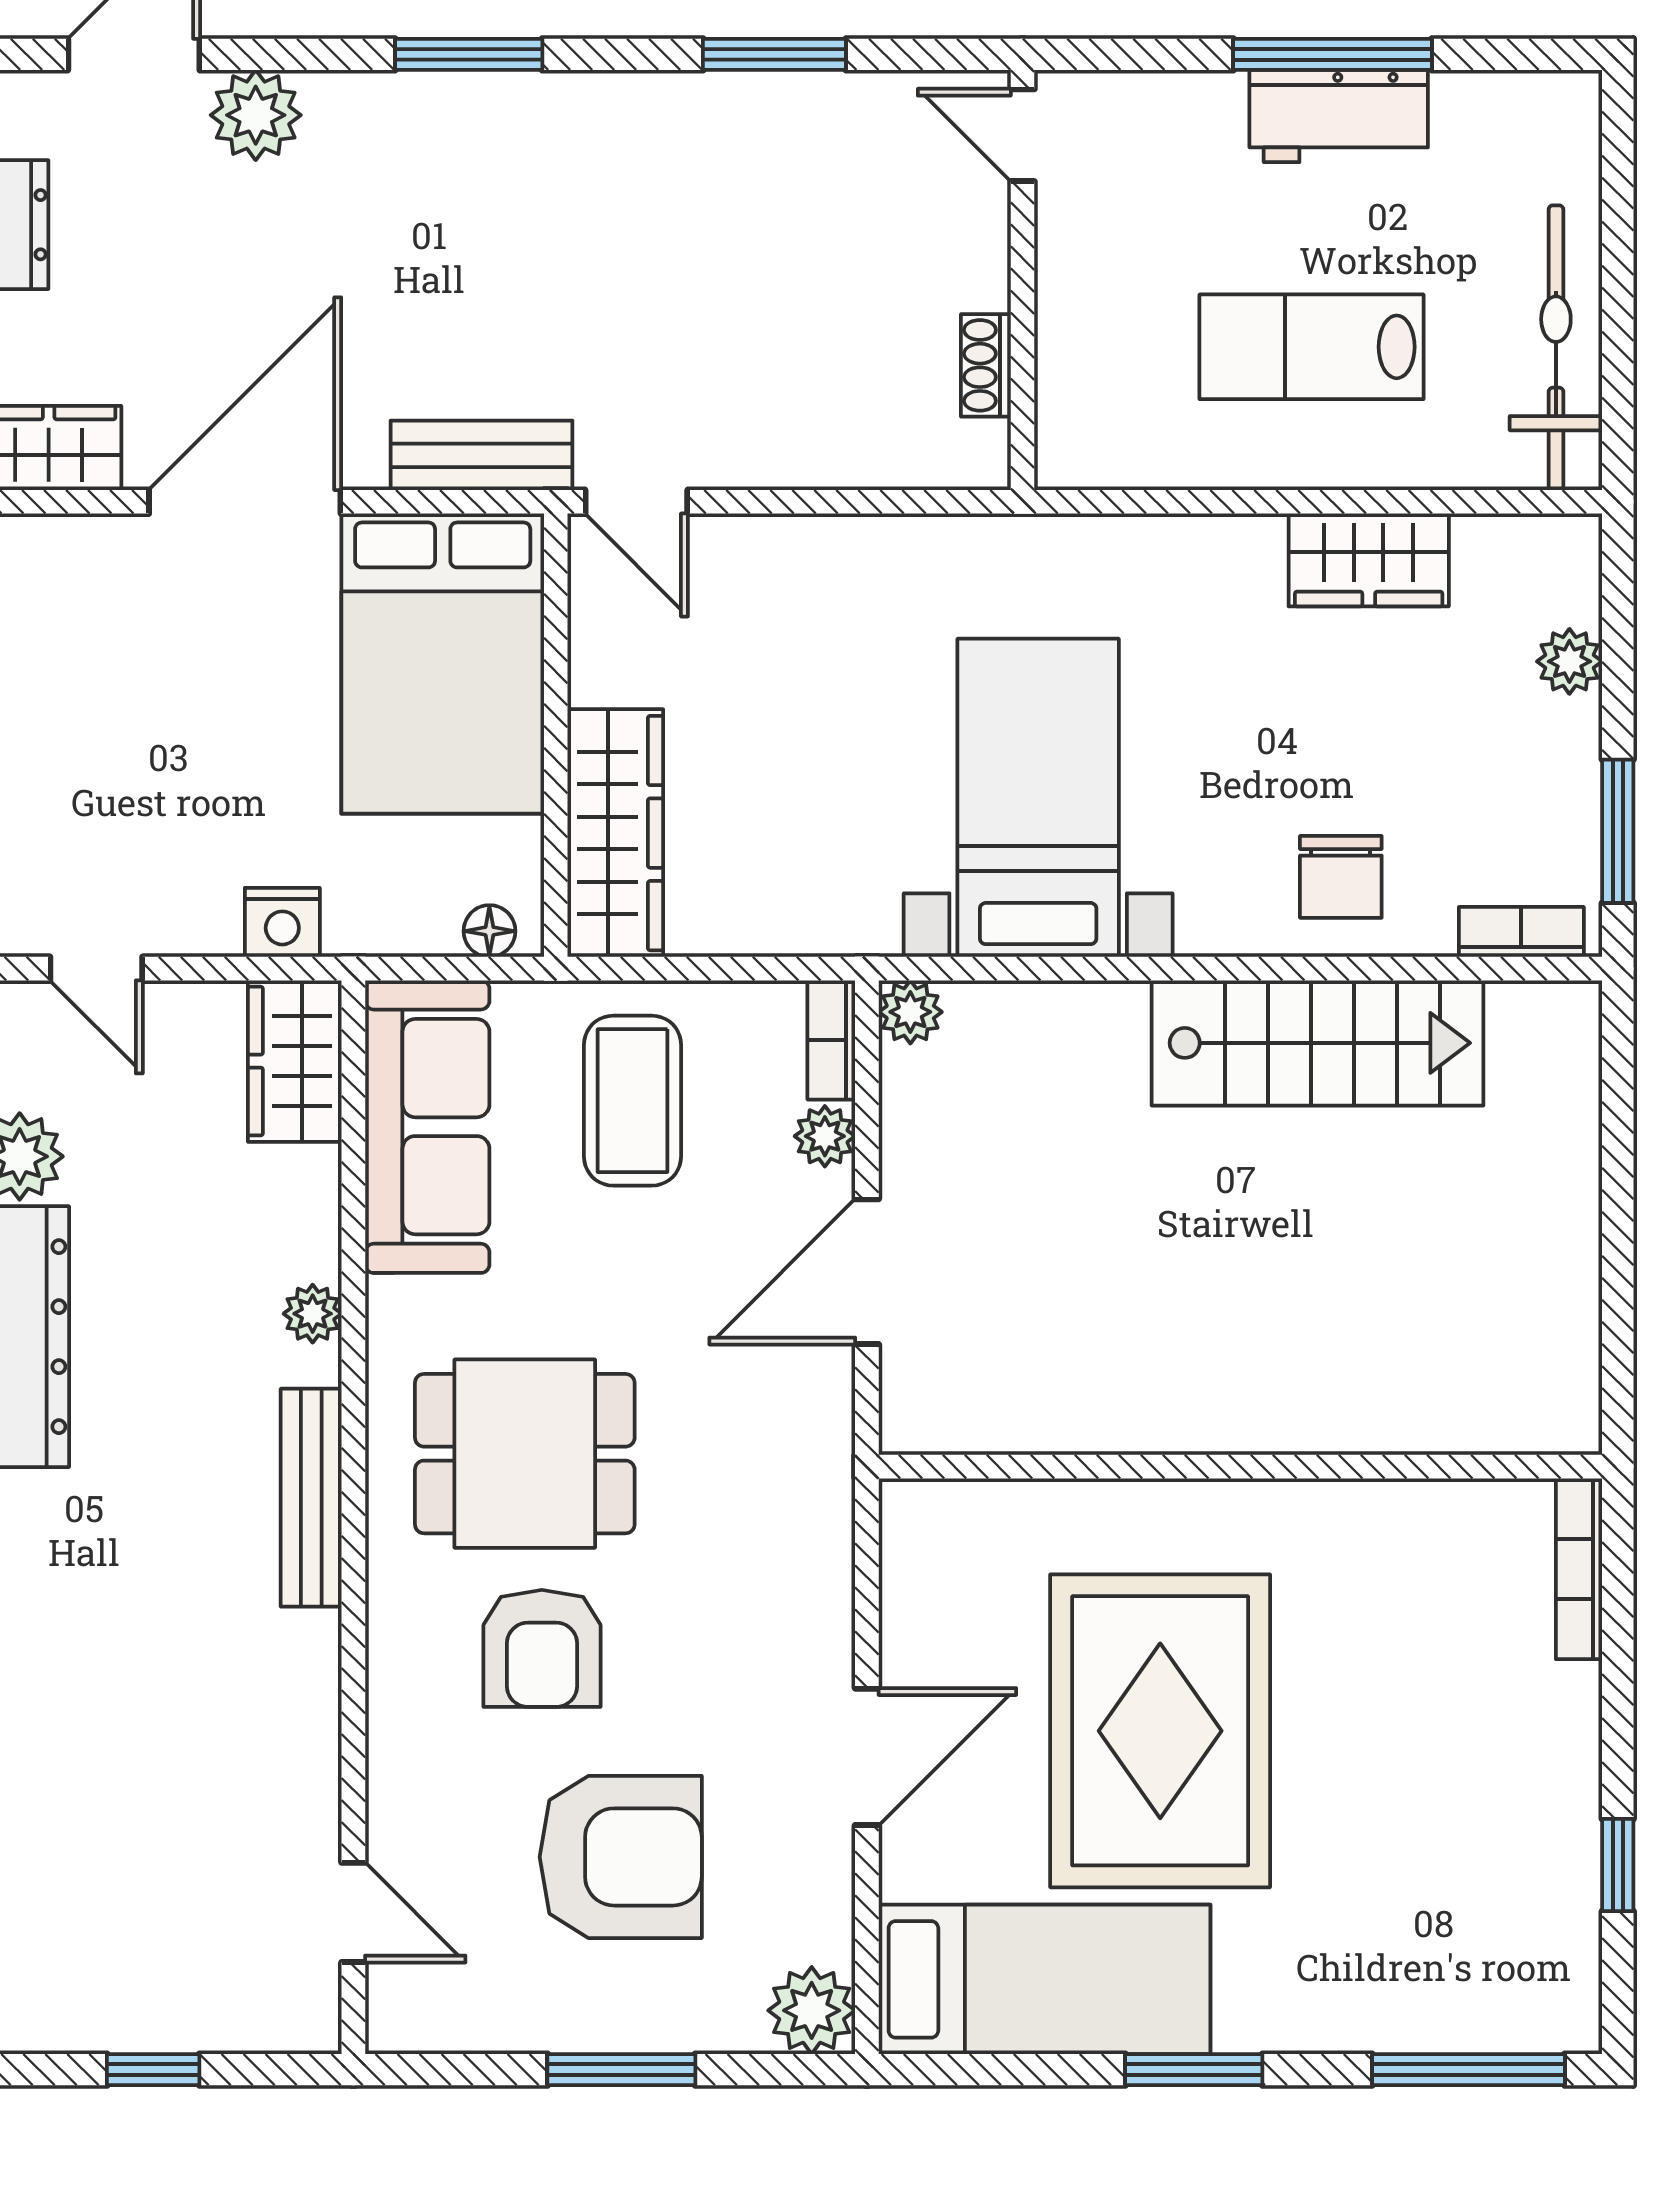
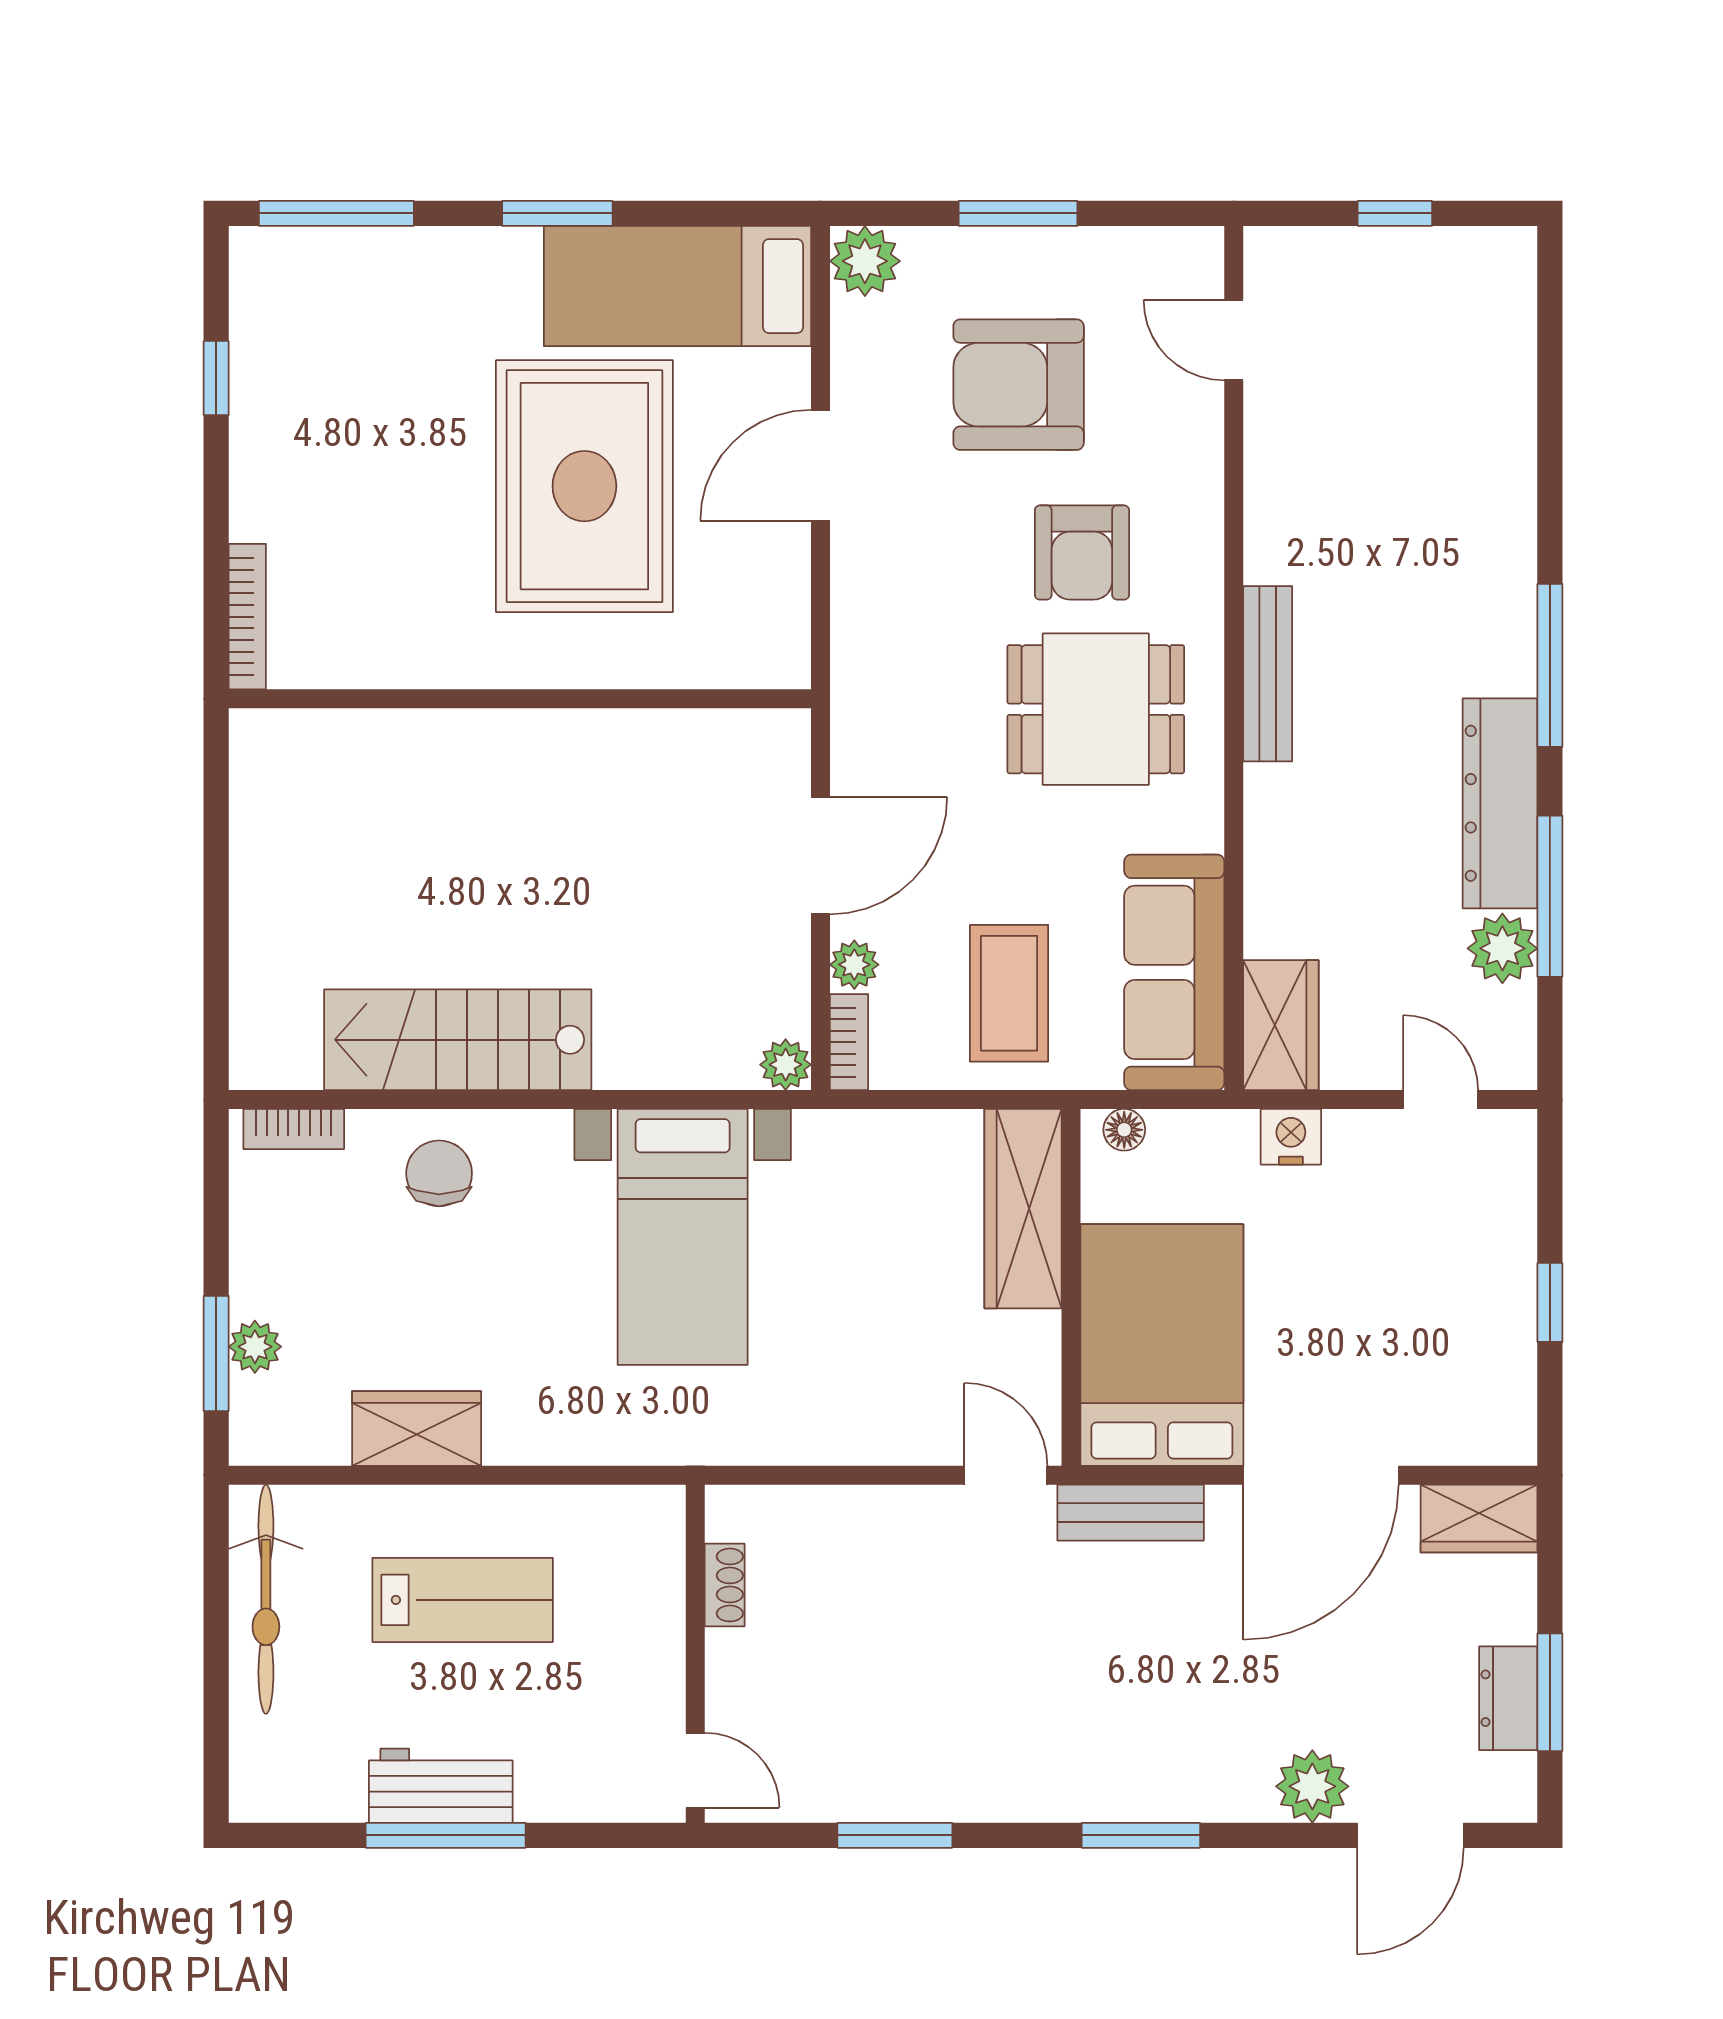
window: (1618, 831) -> (216, 1353), moved
plant: (313, 1314) -> (1267, 822), removed
armchair: (542, 1648) -> (1082, 552), turned 180

